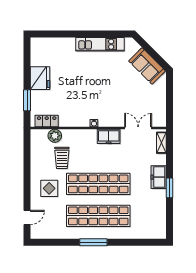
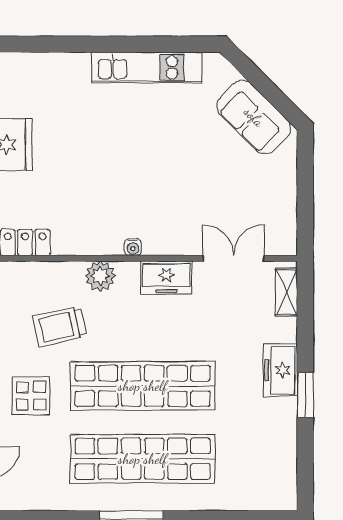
plant: (55, 136) -> (100, 276), moved
trolley: (62, 158) -> (60, 327), turned 78

